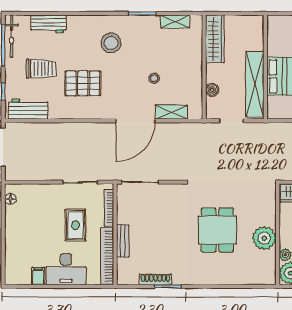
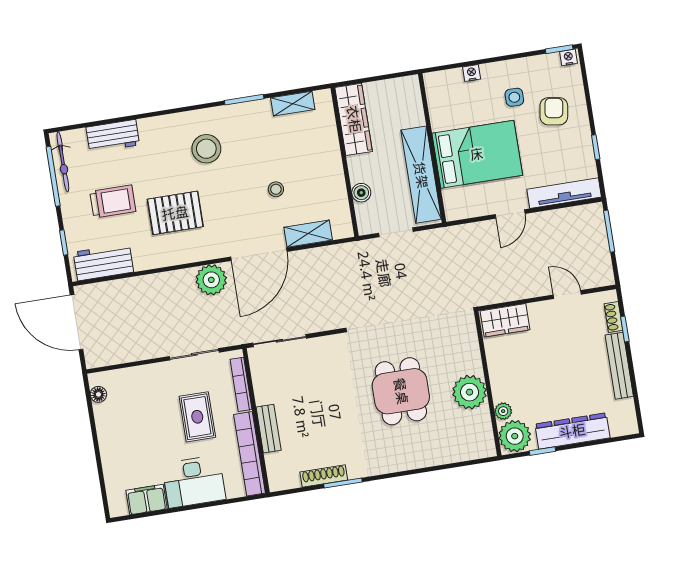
plant: (100, 133) -> (211, 280), added
filing cabinet: (38, 276) -> (146, 500), width x2.00

